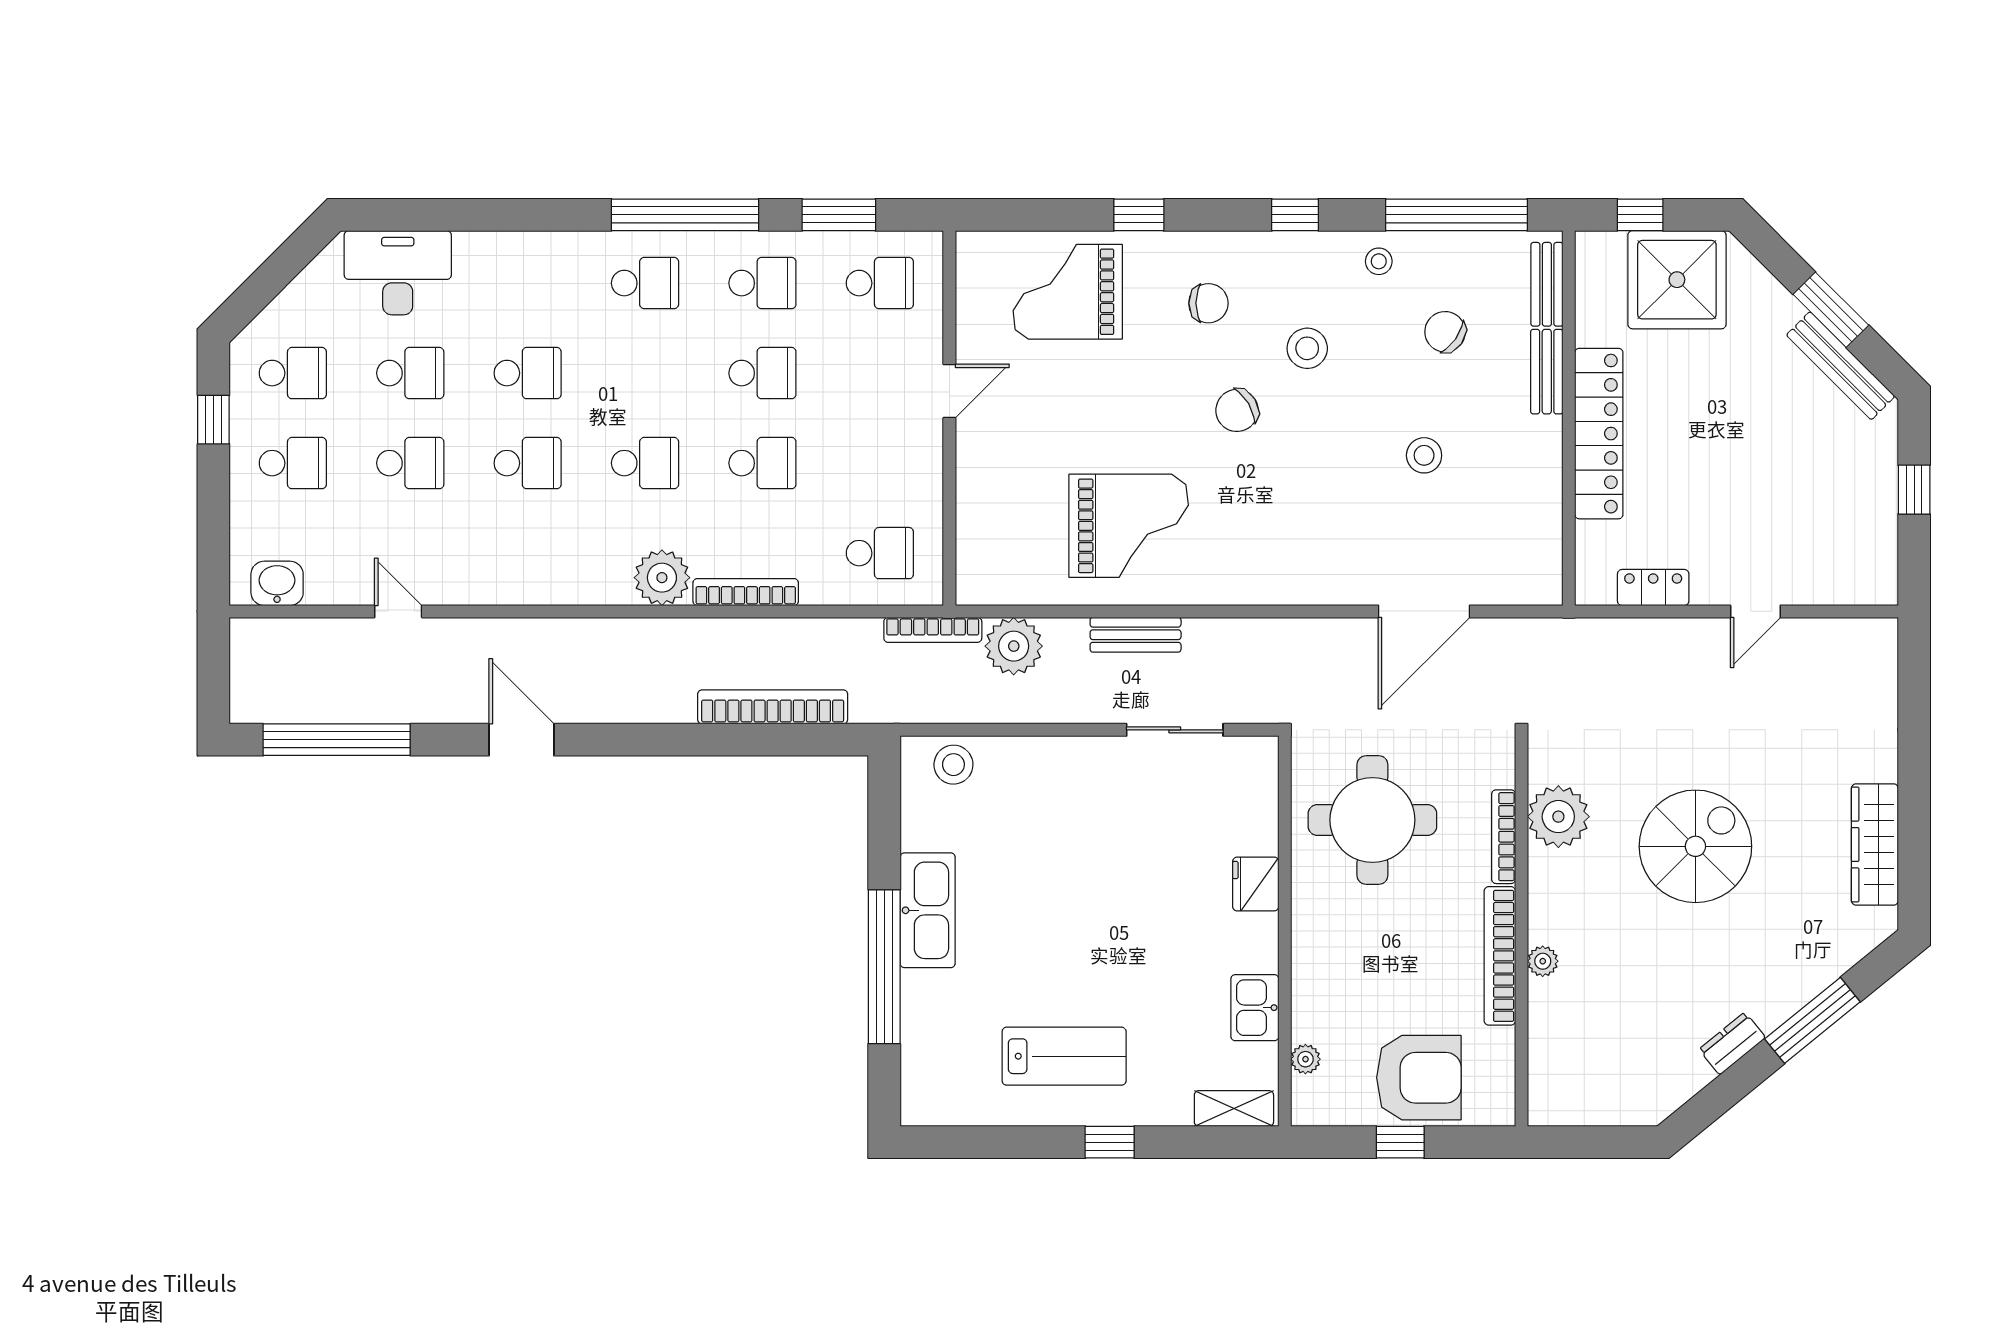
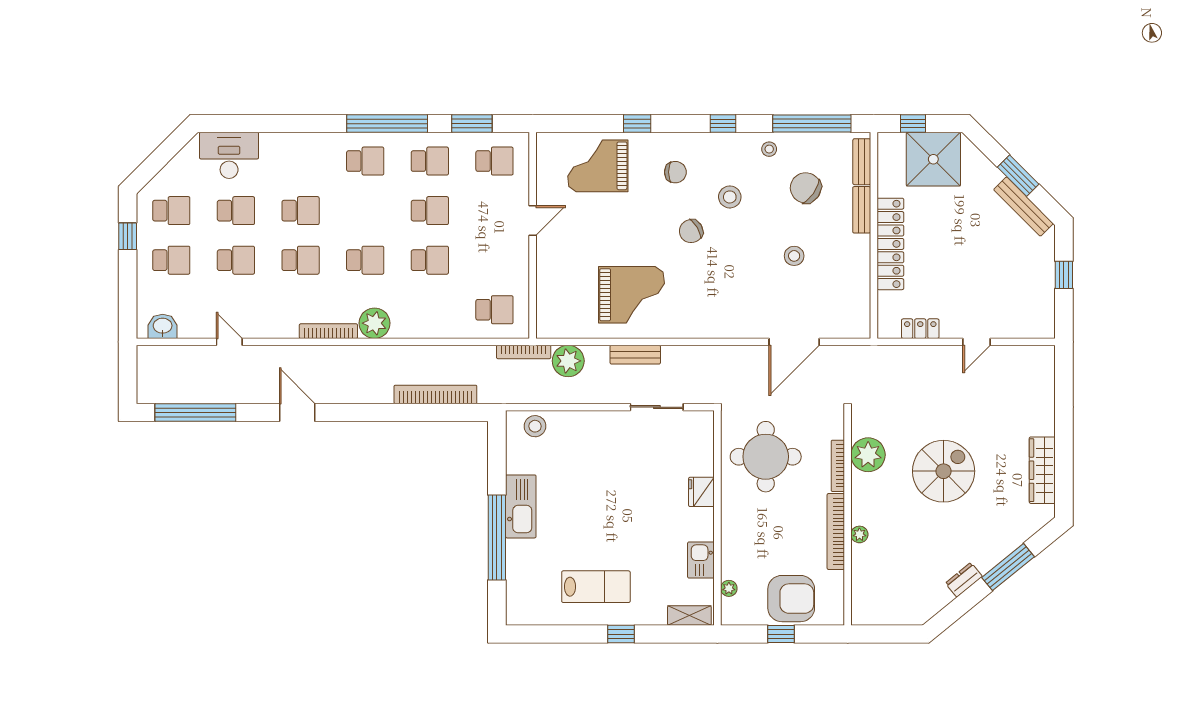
chair: (1445, 332) -> (806, 188), width x1.37, depth x1.37
bookcase: (746, 592) -> (328, 331), moved

